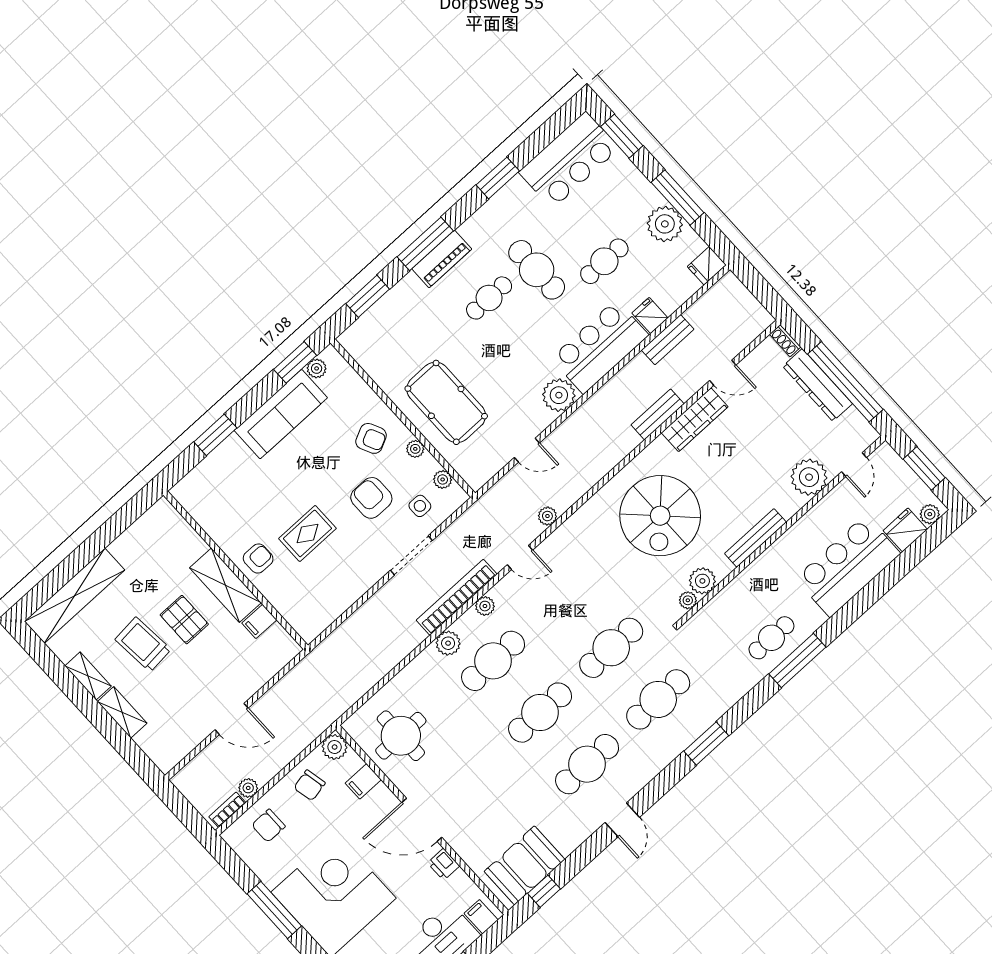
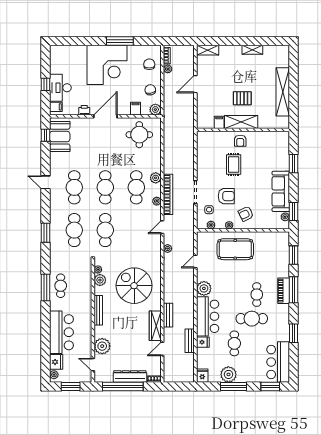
shelving: (75, 596) -> (283, 92), moved
trolley: (143, 644) -> (246, 77), removed
shelving: (122, 712) -> (208, 50), moved

